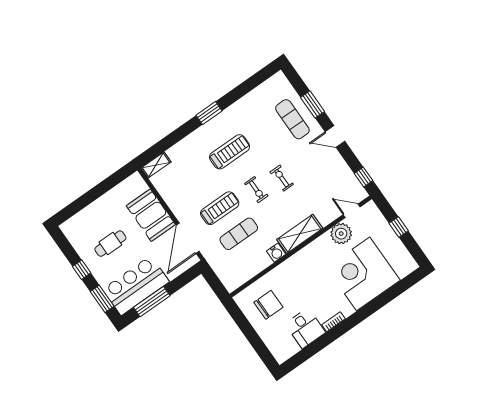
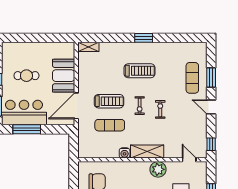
plant: (341, 234) -> (158, 169), moved

